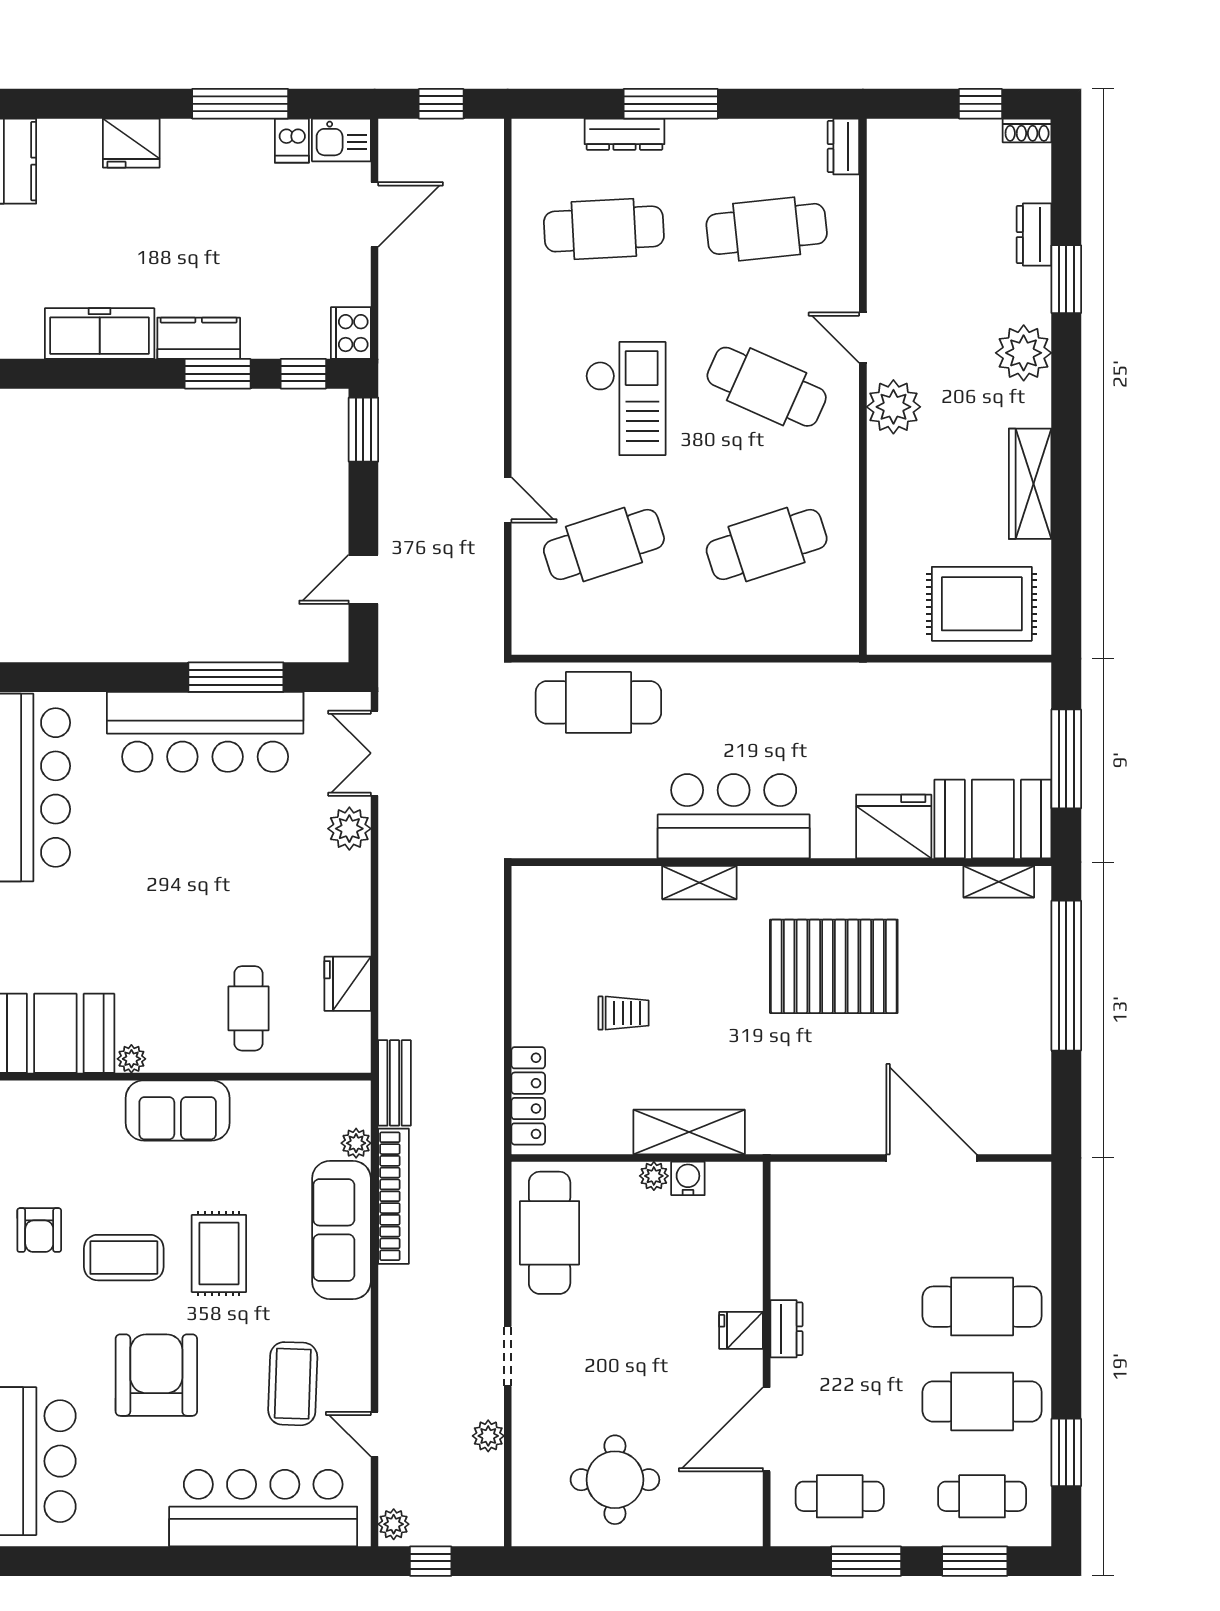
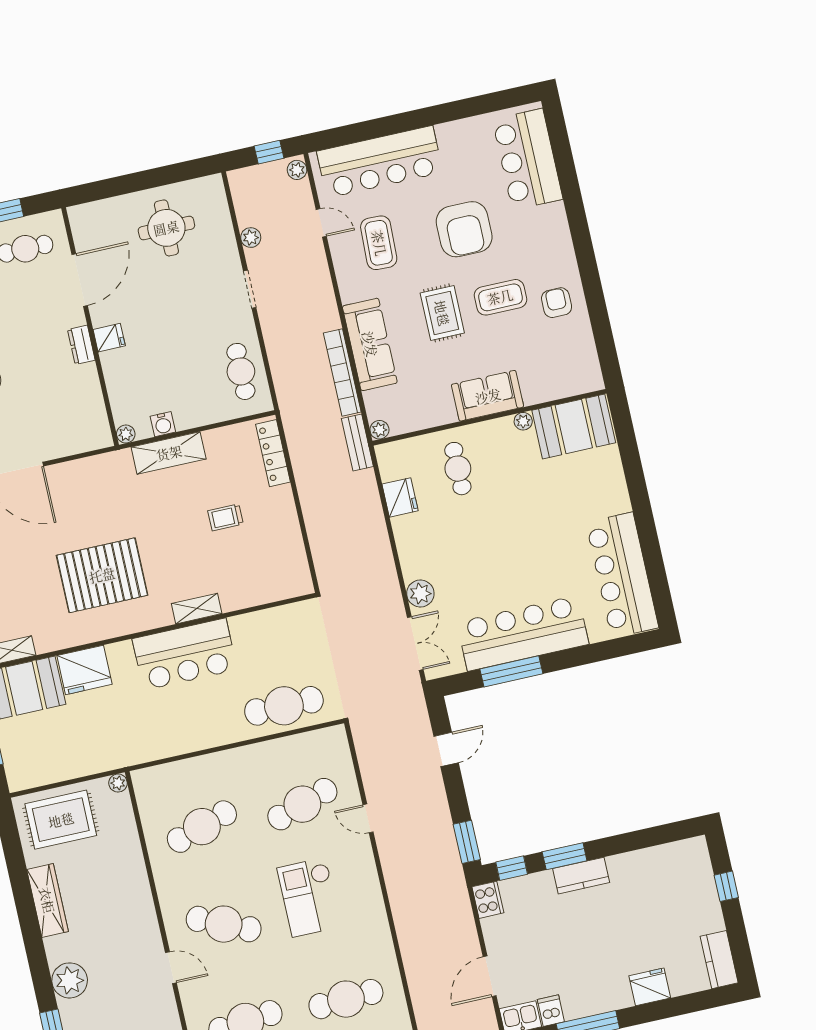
freezer: (100, 334) -> (643, 865), removed
plant: (893, 407) -> (118, 783), moved, width x0.53, depth x0.53
plant: (356, 1143) -> (379, 430), moved
plant: (654, 1176) -> (126, 434), moved
cafe table: (550, 1233) -> (241, 371), width x0.73, depth x0.74

